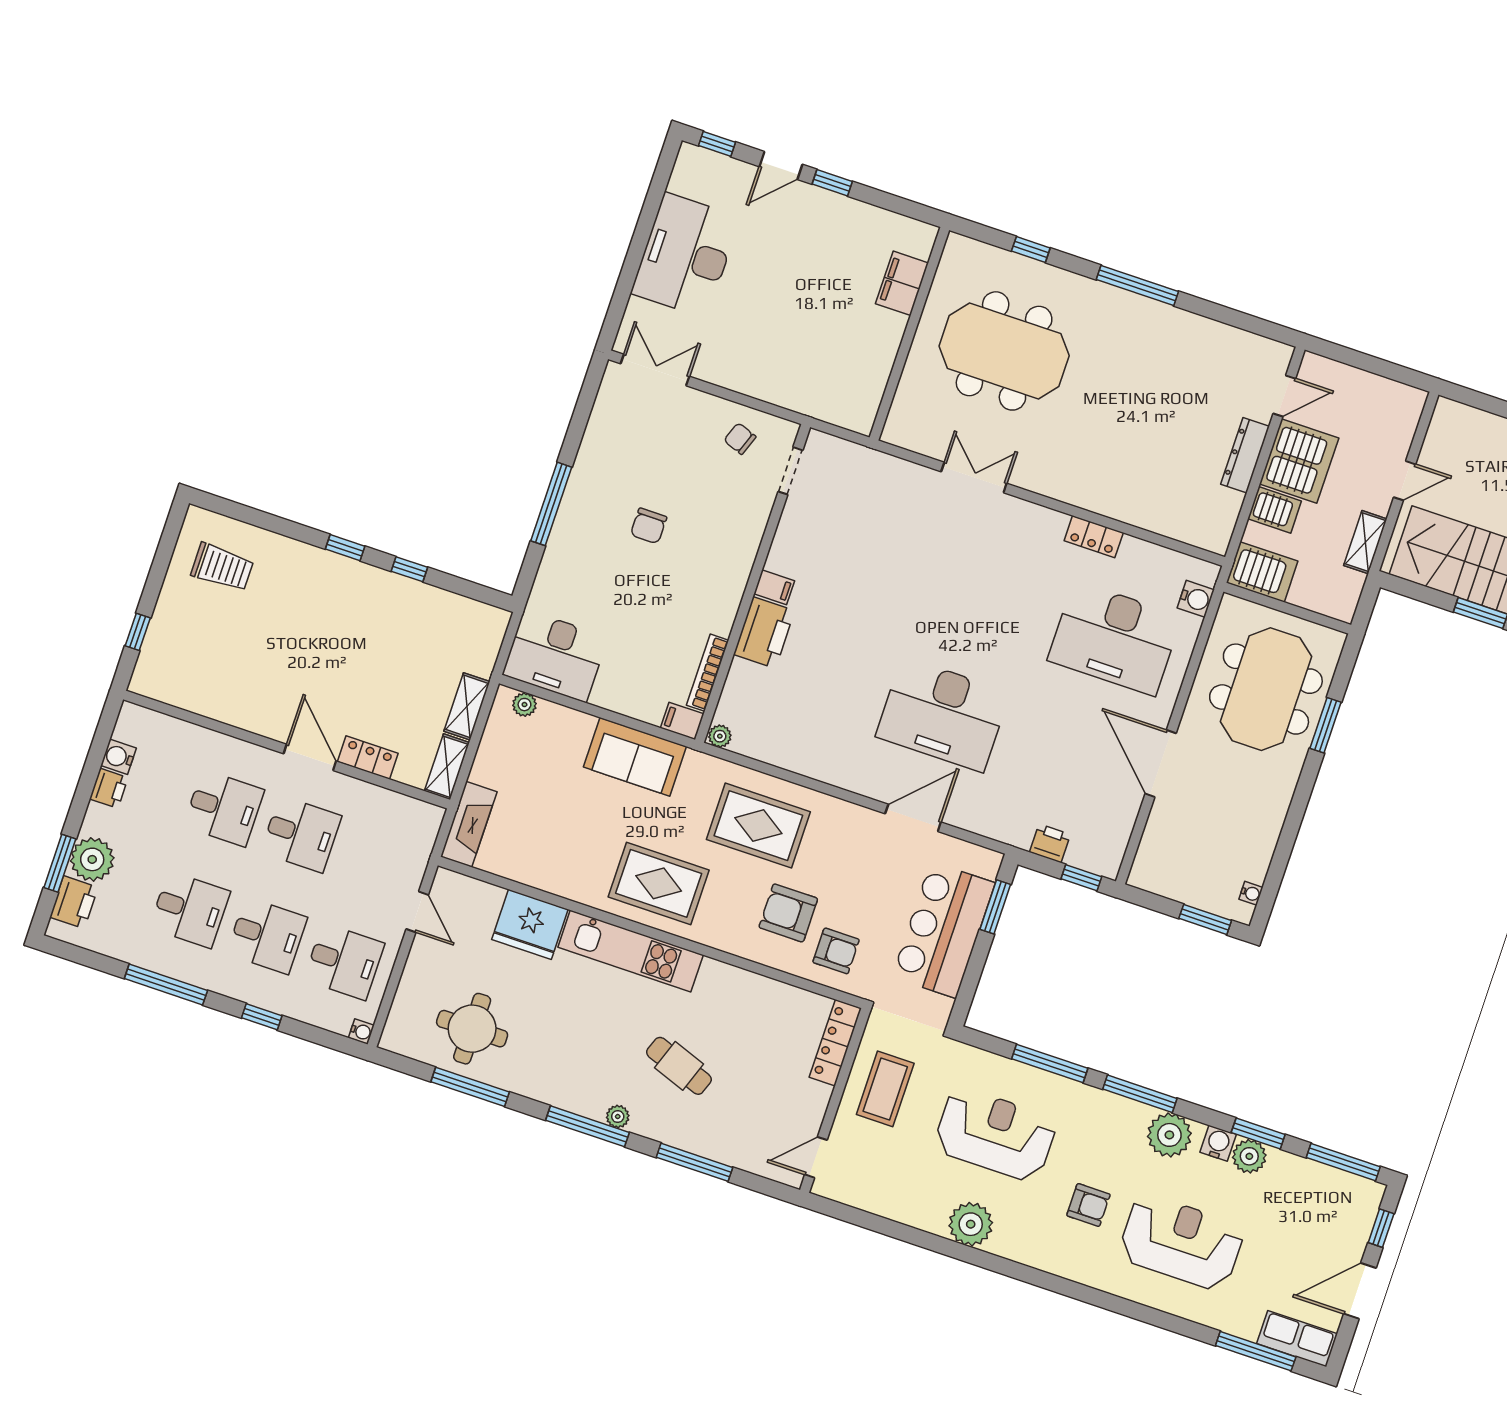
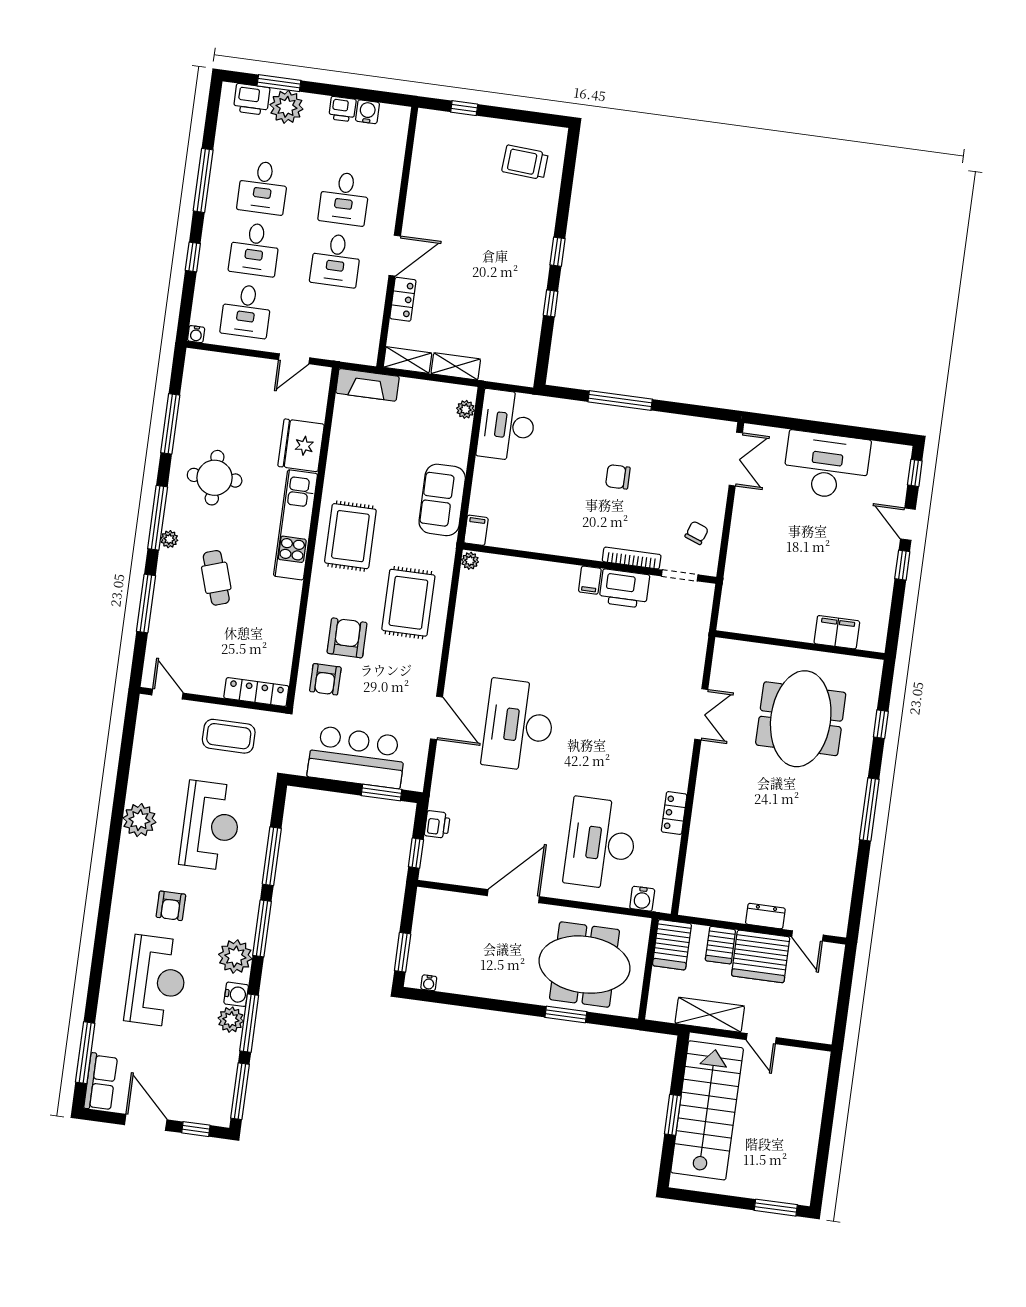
dresser: (1245, 455) -> (765, 916), width x0.70
shelving: (1365, 542) -> (710, 1015), width x1.50, depth x1.33
trolley: (222, 567) -> (525, 162), turned 94
printer: (764, 633) -> (624, 589), moved
bookcase: (708, 673) -> (632, 558), moved
round table: (472, 1029) -> (215, 478), moved
cafe table: (679, 1066) -> (216, 578), turned -38
window: (1258, 1134) -> (249, 1023), width x1.44

